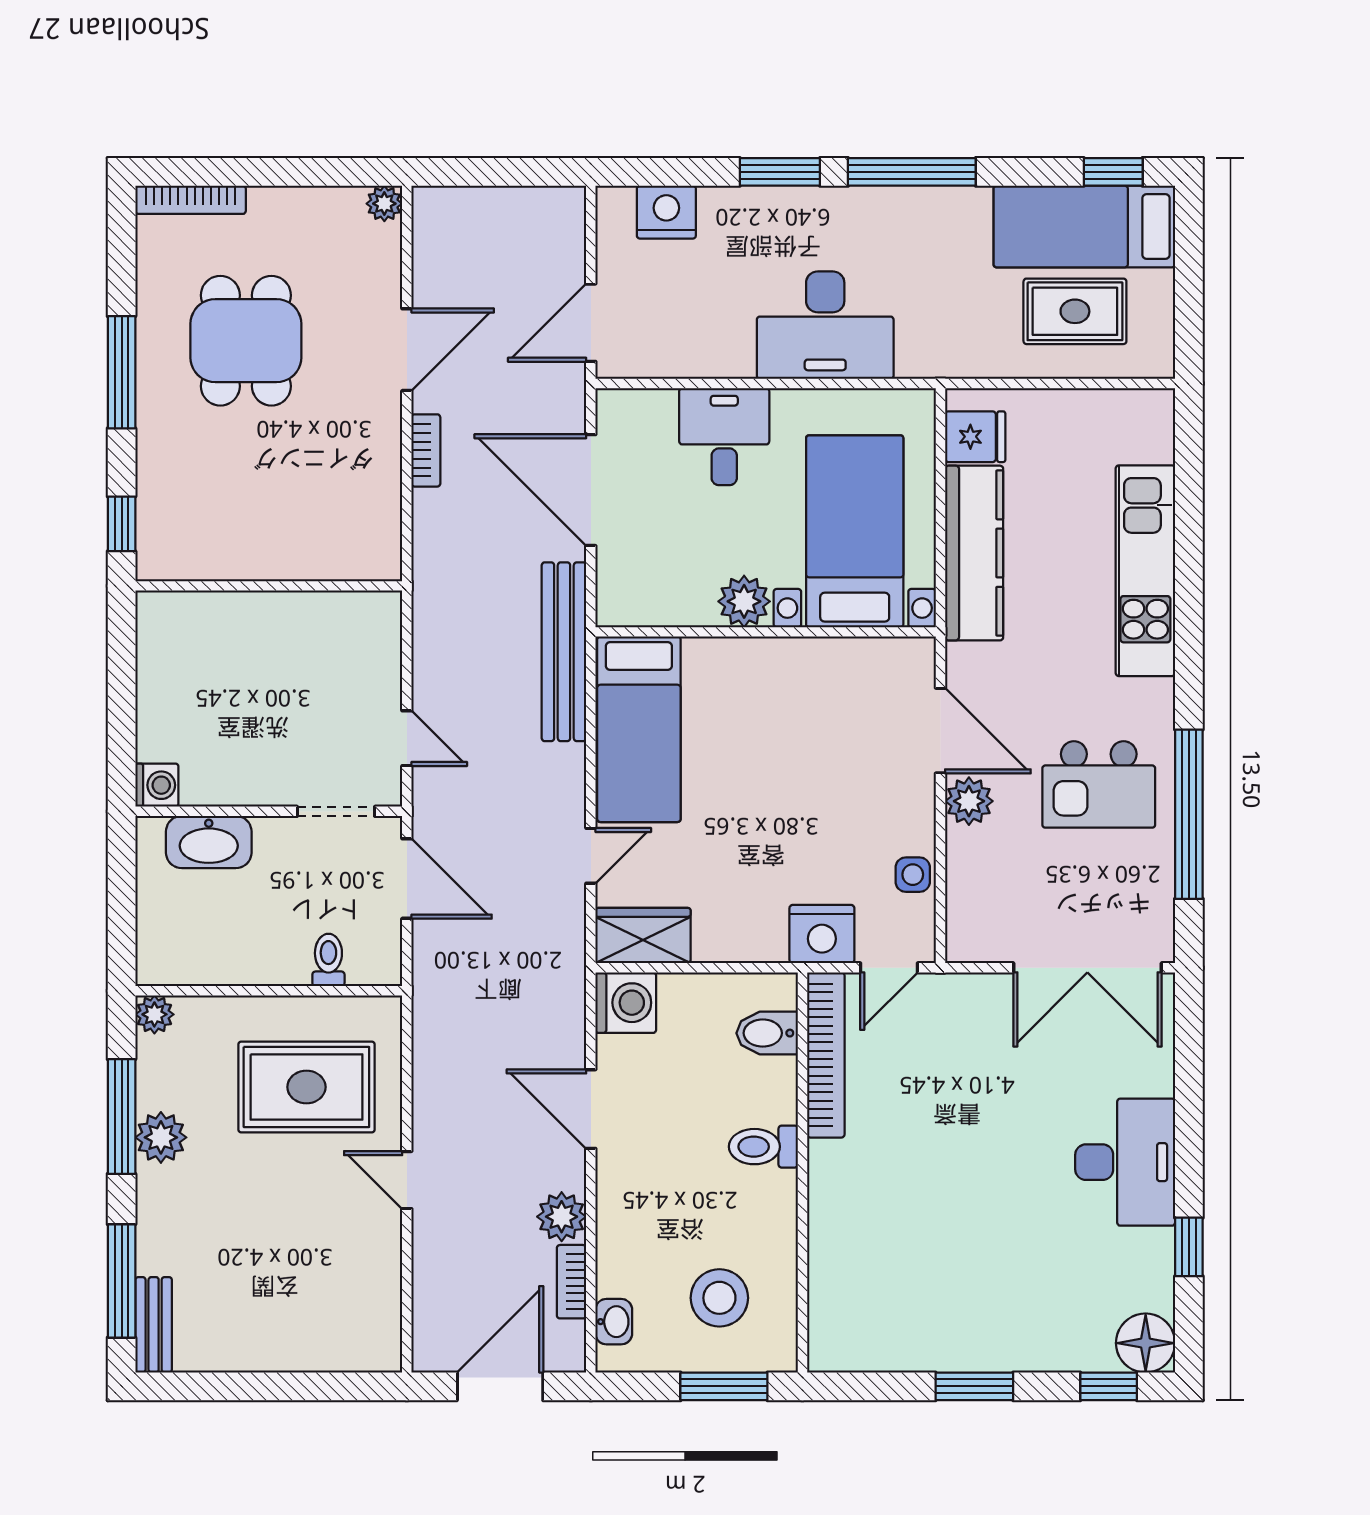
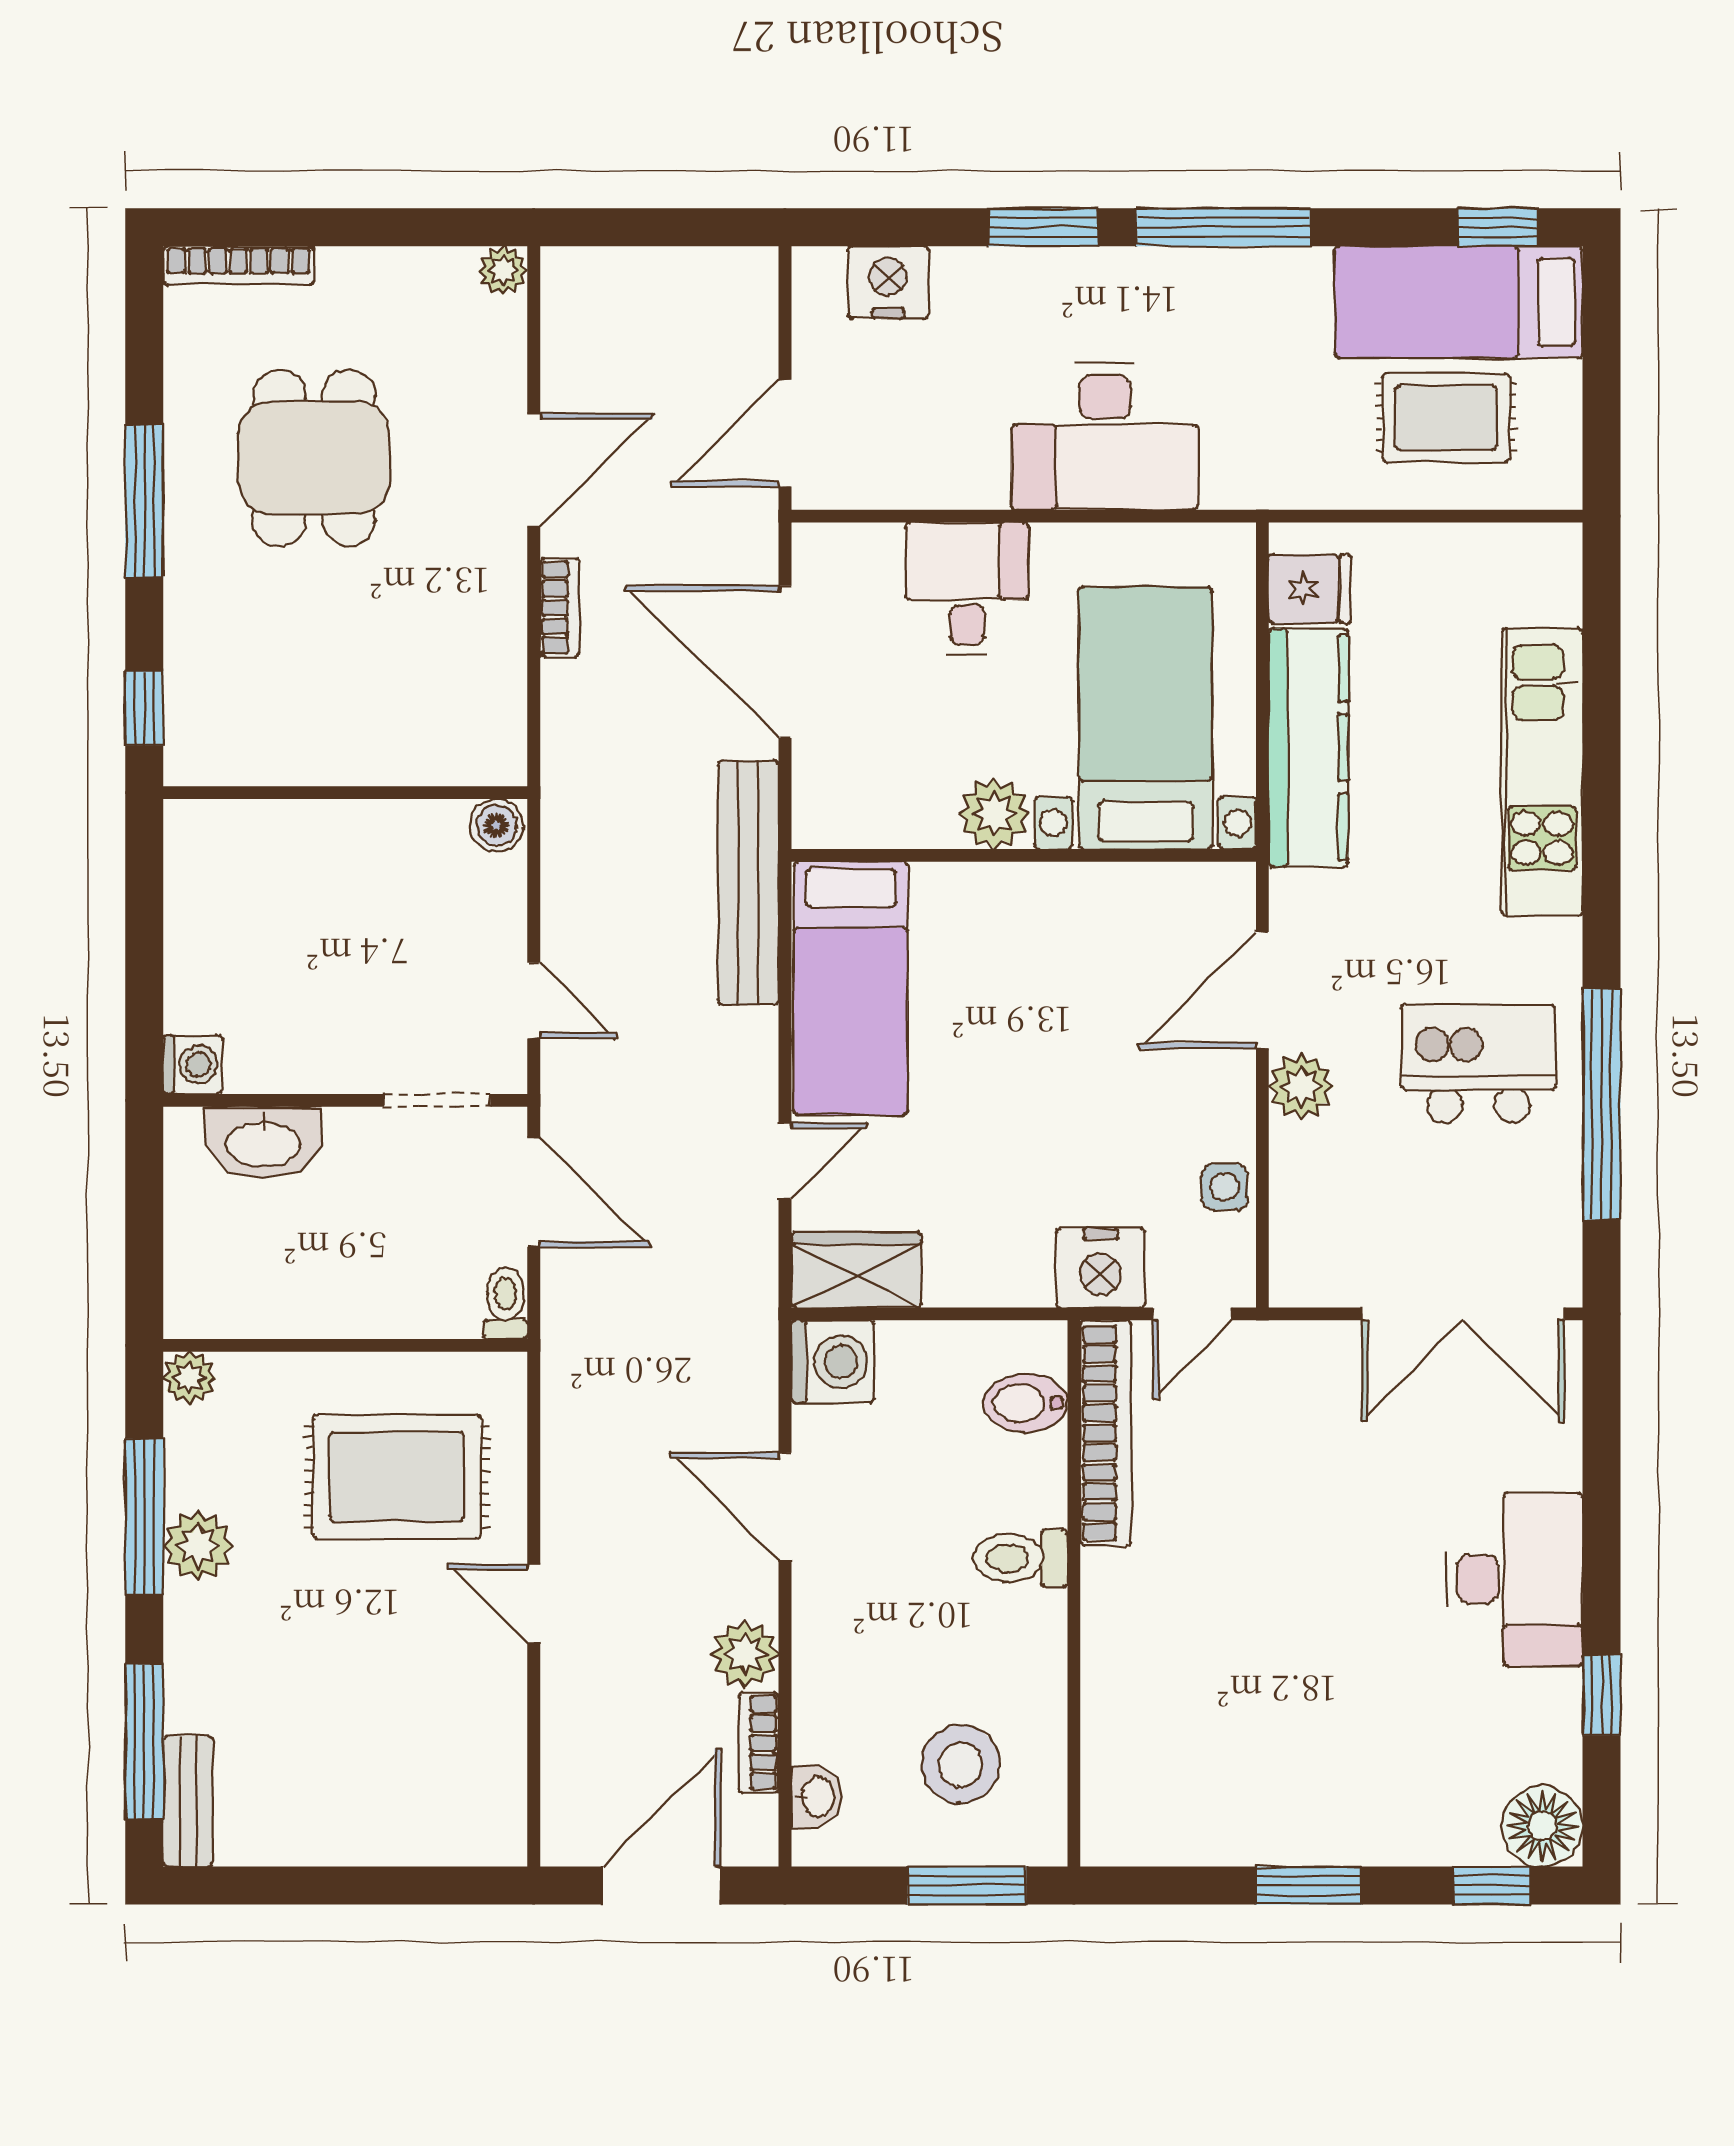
boiler: (380, 610) -> (497, 825), added
door: (940, 731) -> (1262, 990), swing flipped
kitchen island: (1099, 784) -> (1478, 1064), turned 180
toilet: (328, 960) -> (505, 1303), moved

